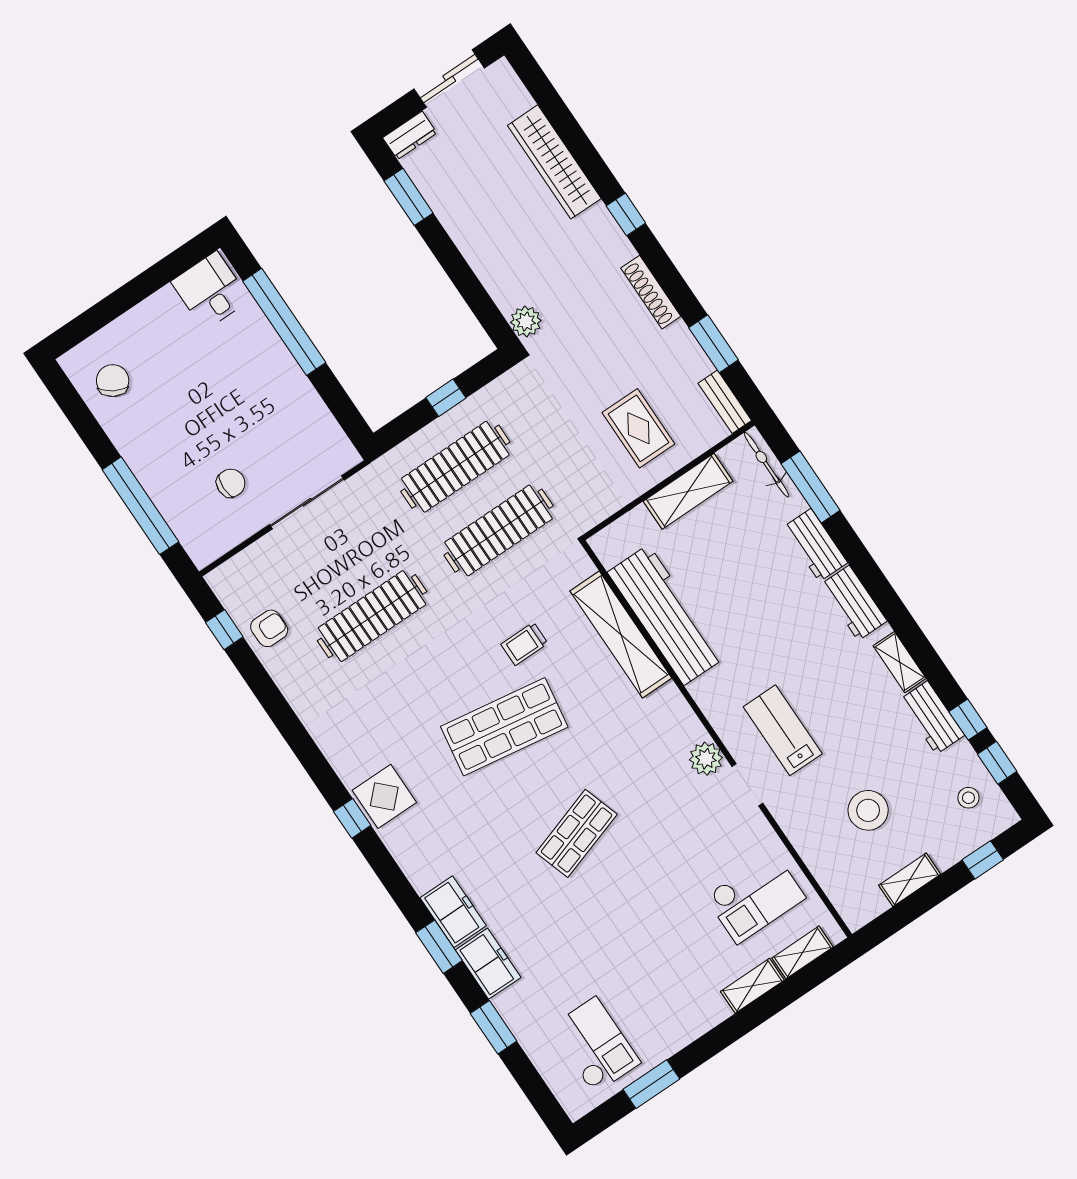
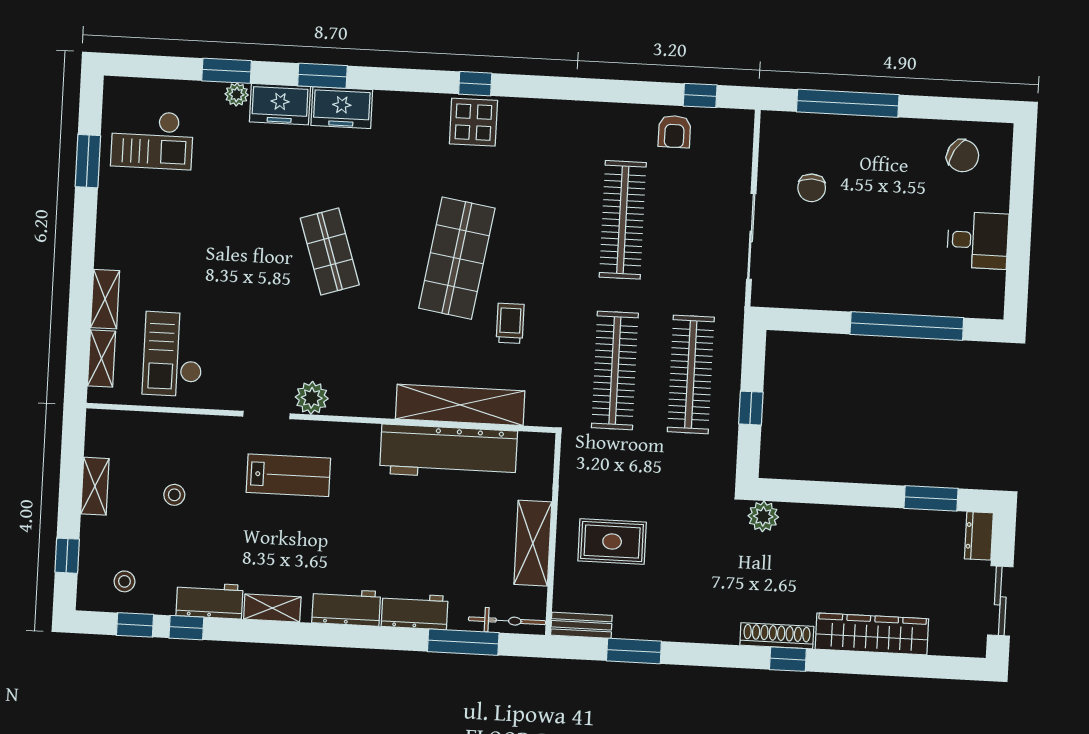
desk: (210, 291) -> (978, 240), moved
shoe rack: (651, 292) -> (777, 636), moved
stool: (868, 810) -> (174, 495), width x0.53, depth x0.53
plant: (507, 1005) -> (237, 94), added

